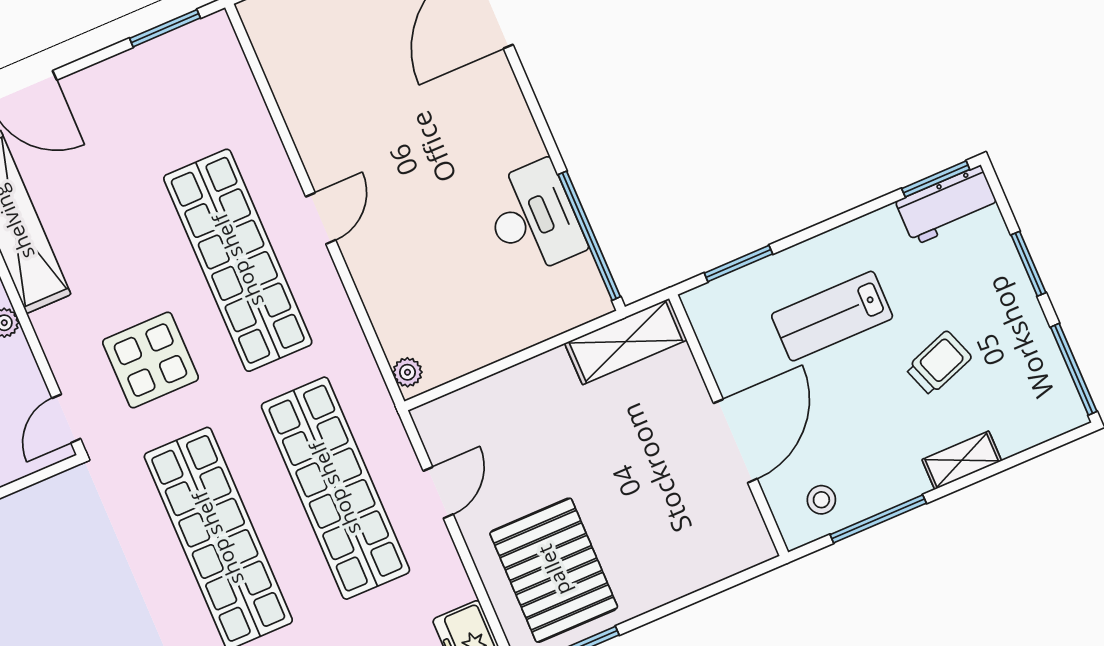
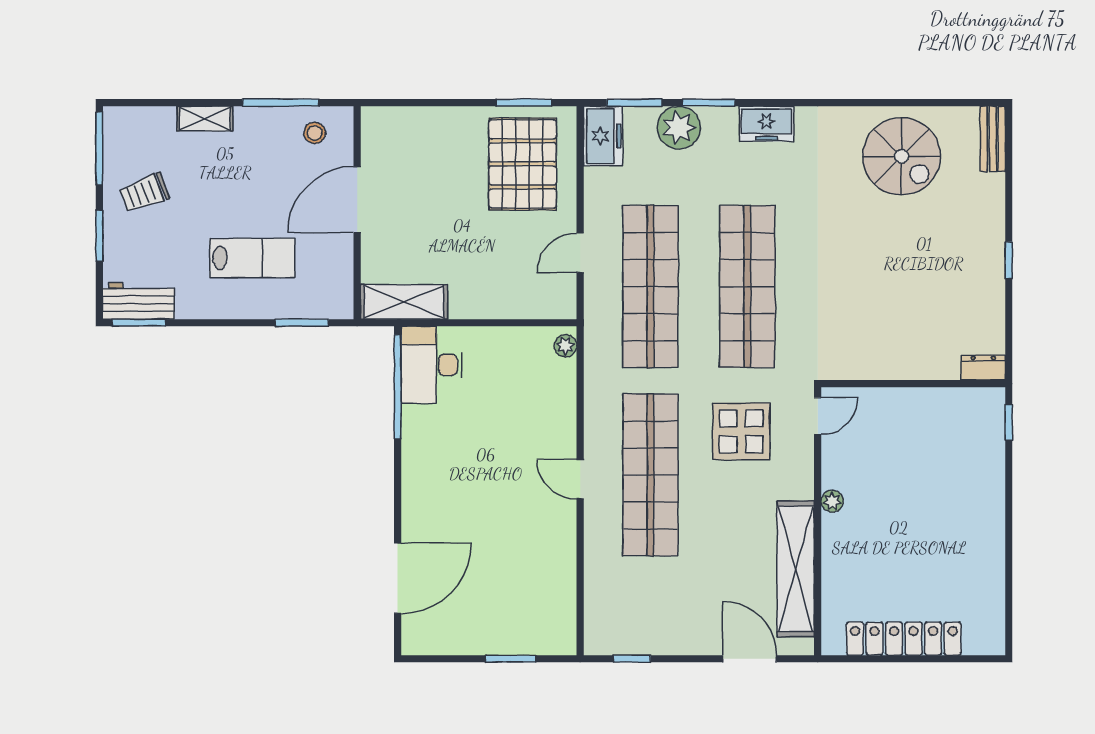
window: (165, 28) -> (632, 659), width x0.67
door: (321, 218) -> (580, 479), hinge flipped
desk: (533, 218) -> (431, 365), moved
trolley: (939, 363) -> (144, 193), moved

